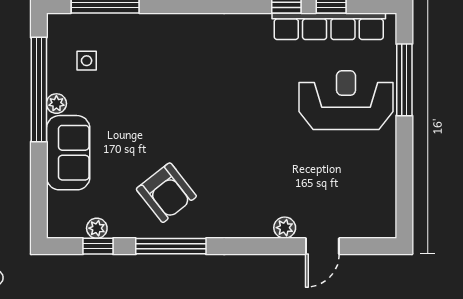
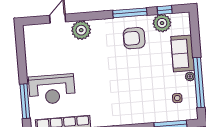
armchair: (166, 193) -> (134, 38), turned -52
plant: (97, 228) -> (162, 23), width x1.87, depth x1.87
plant: (285, 228) -> (81, 30), width x1.88, depth x1.88

